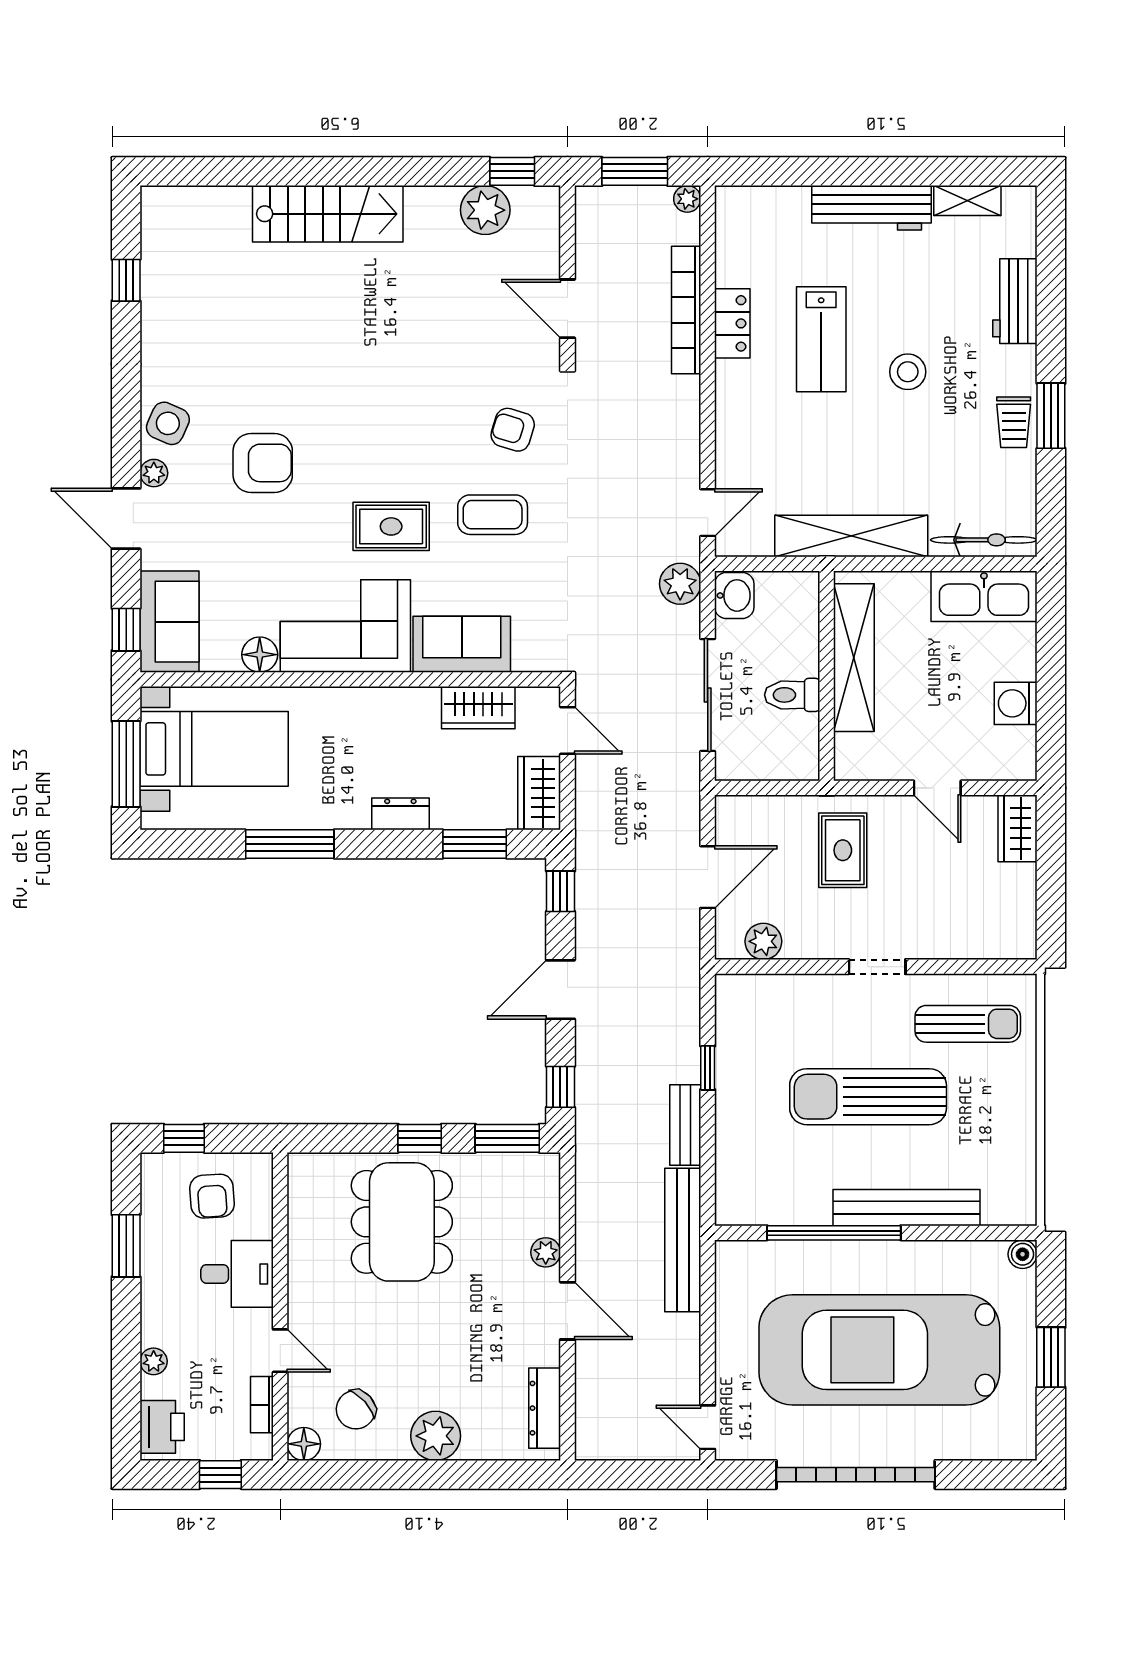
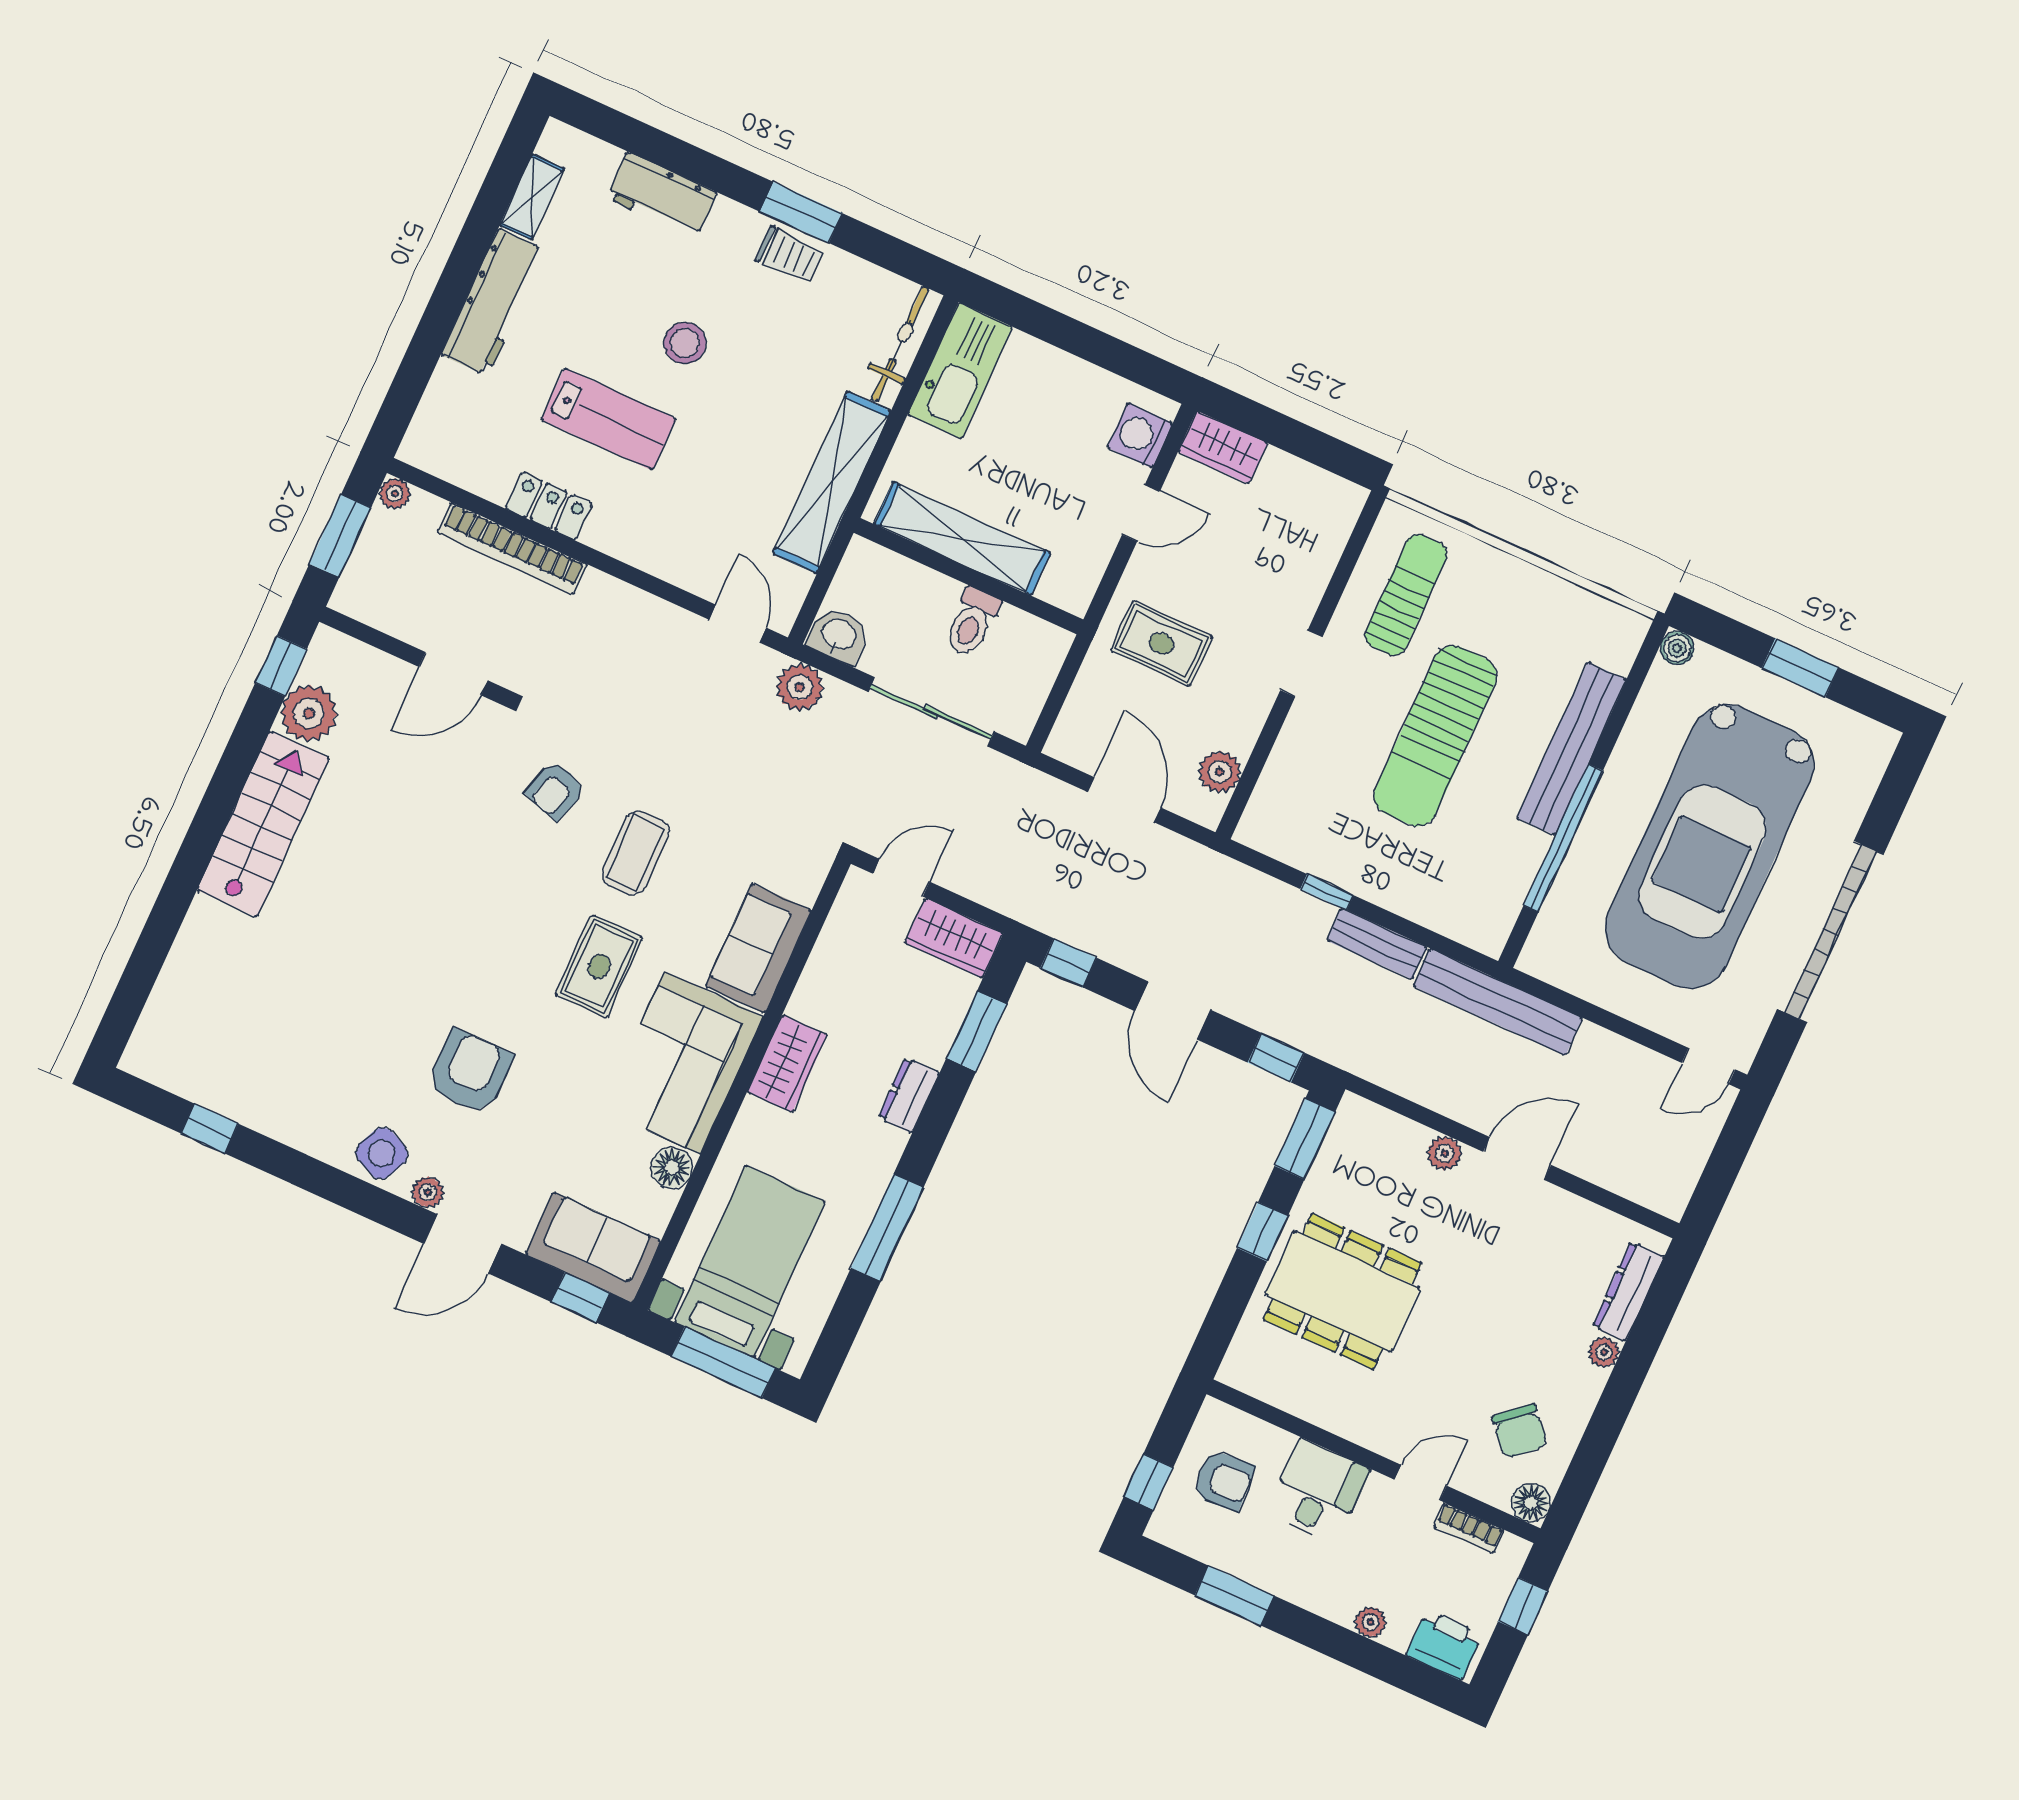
stairs: (328, 214) -> (263, 824), moved
washing machine: (1016, 703) -> (1140, 435), moved, turned 90
wardrobe: (478, 708) -> (787, 1064), moved
dresser: (545, 1408) -> (1628, 1291), moved, turned 90
plant: (436, 1436) -> (1604, 1352), width x0.53, depth x0.53

